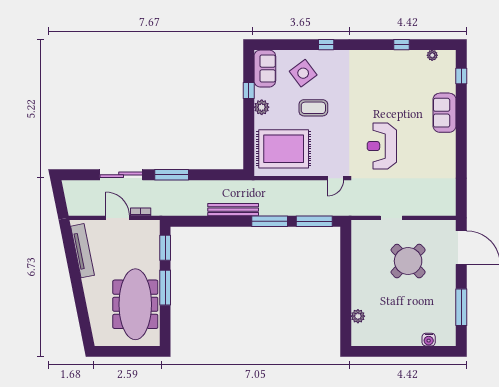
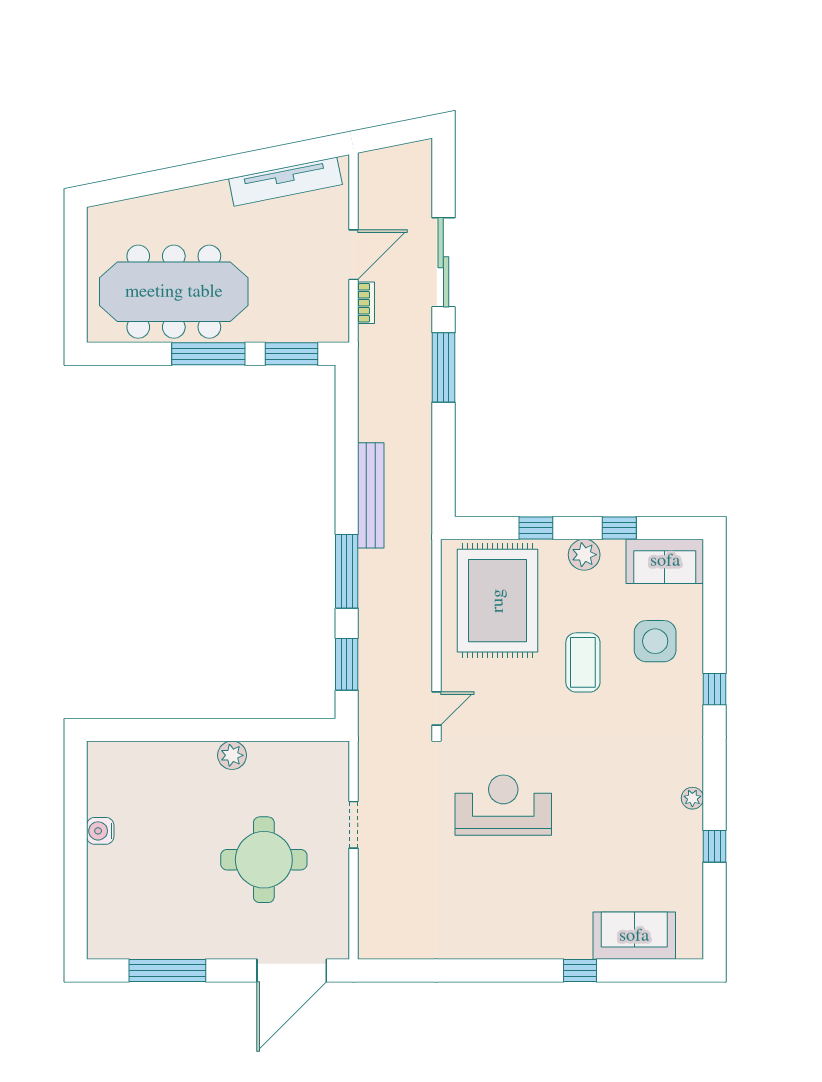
plant: (432, 55) -> (692, 798), moved
side table: (303, 73) -> (655, 641), turned 37
window: (461, 76) -> (580, 971), moved
sofa: (445, 113) -> (634, 936), moved
window: (249, 130) -> (536, 528), added
door: (335, 178) -> (437, 708), swing flipped
window: (314, 221) -> (347, 664), width x0.69
round table: (408, 261) -> (264, 860), turned 45
plant: (358, 316) -> (232, 755), moved
water cooler: (429, 340) -> (100, 831), moved

